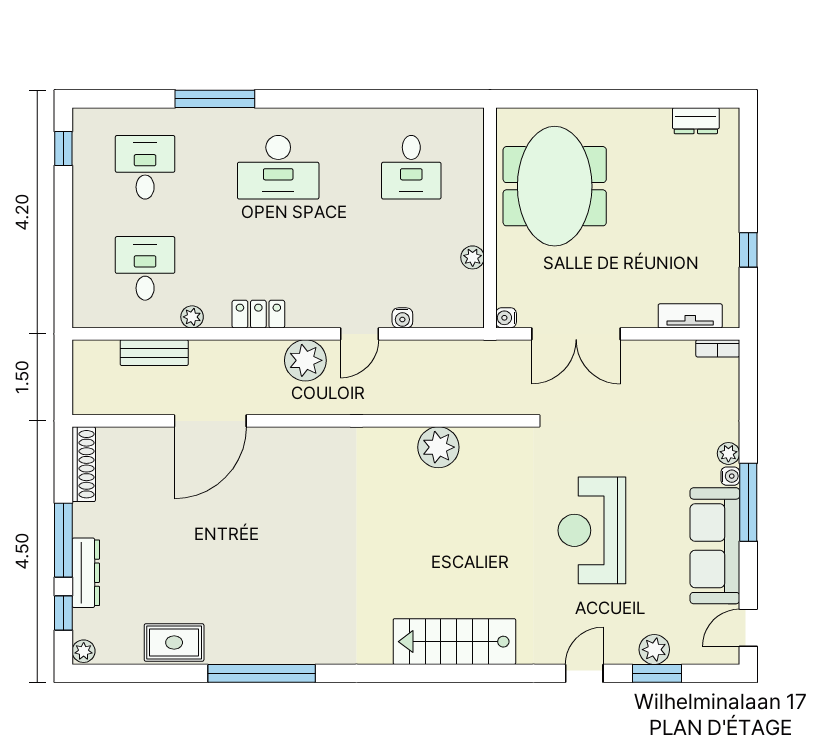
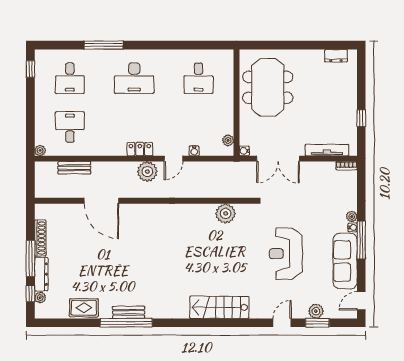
desk: (145, 167) -> (70, 78), turned 180
plant: (473, 257) -> (228, 140), moved
locker: (258, 314) -> (140, 149), moved
tv unit: (690, 316) -> (327, 150), width x1.41
plant: (192, 317) -> (40, 150), moved
door: (210, 421) -> (101, 201), hinge flipped
plant: (438, 447) -> (226, 213), moved
shoe rack: (84, 464) -> (40, 238), moved
plant: (84, 651) -> (40, 298), moved
bench: (267, 652) -> (129, 312), added

